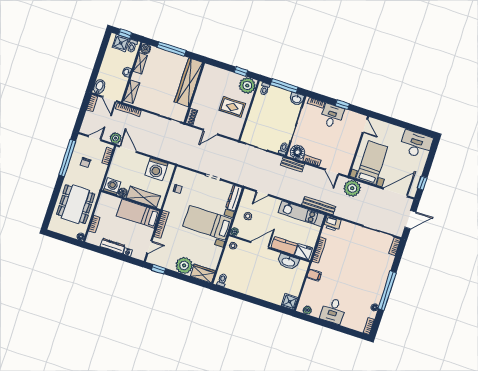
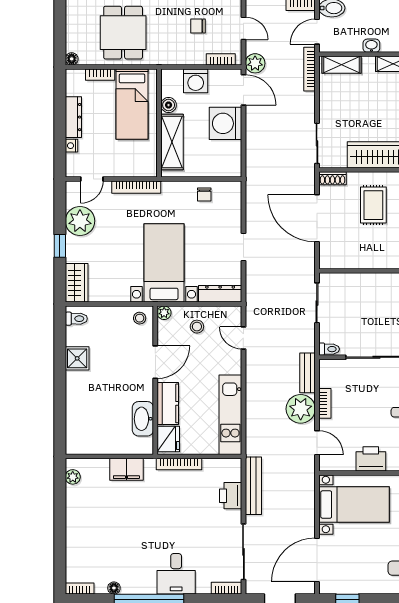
rug: (232, 107) -> (373, 205), moved
door: (210, 132) -> (317, 218), width x1.87
printer: (350, 145) -> (371, 459), added
door: (128, 149) -> (243, 90), hinge flipped
floor lamp: (298, 152) -> (331, 375), removed
washing machine: (156, 169) -> (225, 123), moved
door: (332, 172) -> (317, 443), swing flipped
washing machine: (112, 186) -> (196, 81), moved, turned 90
plant: (352, 188) -> (301, 409), moved
door: (395, 193) -> (317, 560), swing flipped
dining table: (76, 204) -> (123, 33), width x0.73
bench: (319, 206) -> (253, 486), moved
bed: (138, 214) -> (132, 104), moved, turned 180
printer: (332, 224) -> (231, 496), moved
door: (260, 245) -> (155, 362), hinge flipped
door: (149, 247) -> (92, 179), hinge flipped
plant: (184, 265) -> (80, 221), moved
window: (159, 269) -> (60, 246), moved
filing cabinet: (314, 275) -> (126, 469), width x2.00
shower: (290, 302) -> (77, 358), moved
desk: (333, 311) -> (176, 574), moved, turned -90

